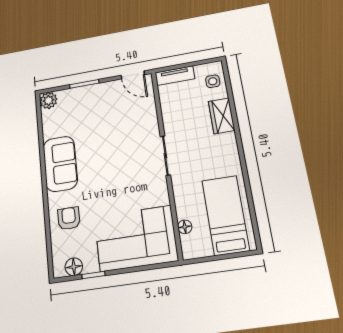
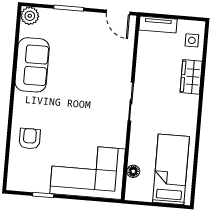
sofa: (60, 164) -> (32, 65), moved
floor lamp: (74, 267) -> (27, 184), removed

